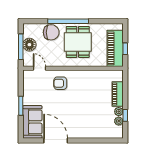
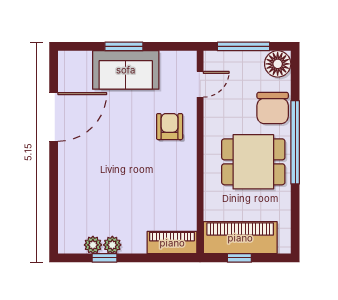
floor lamp: (29, 45) -> (278, 64), moved
piano: (118, 94) -> (172, 243), moved
sofa: (32, 122) -> (126, 70), moved

